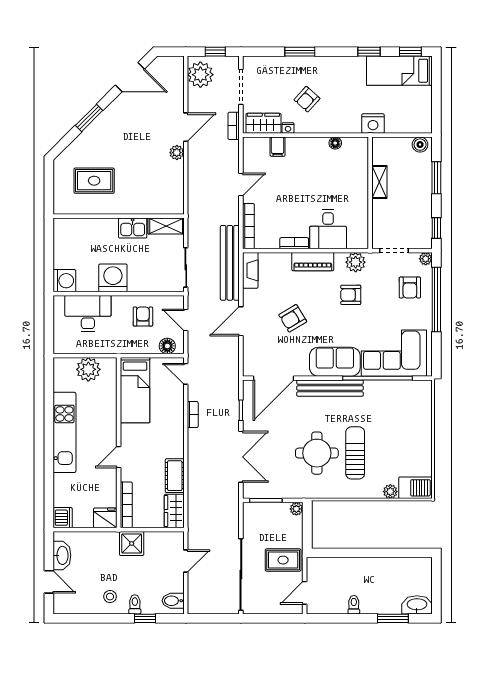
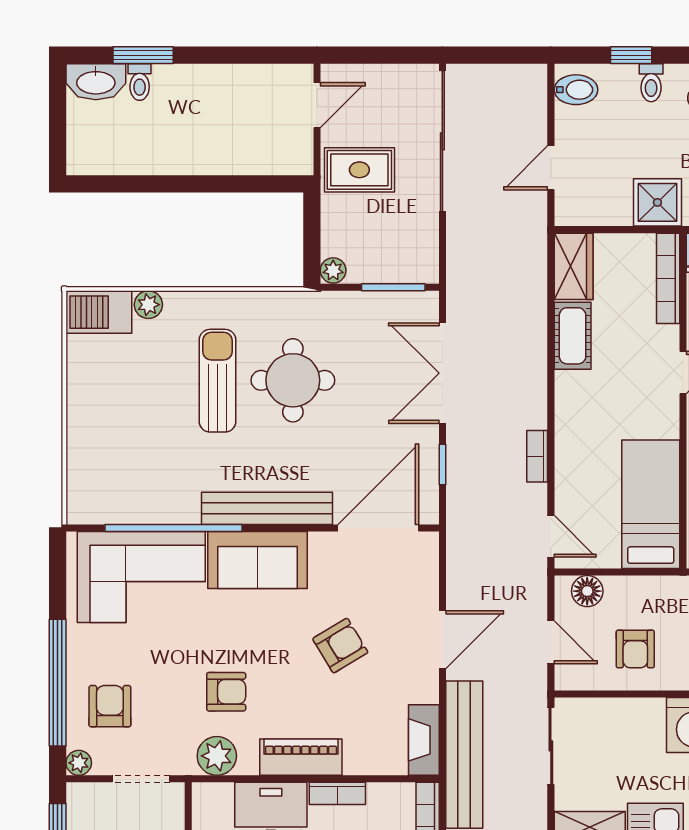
sun lounger: (355, 453) -> (218, 381), turned 180
toilet: (354, 605) -> (140, 82), moved

